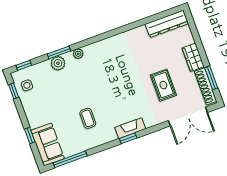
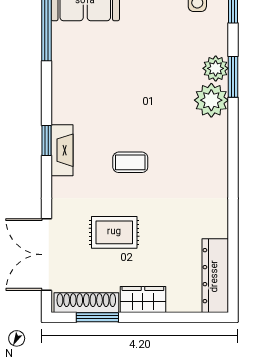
plant: (78, 54) -> (211, 100), width x1.88, depth x1.88
coffee table: (88, 118) -> (130, 162), moved

